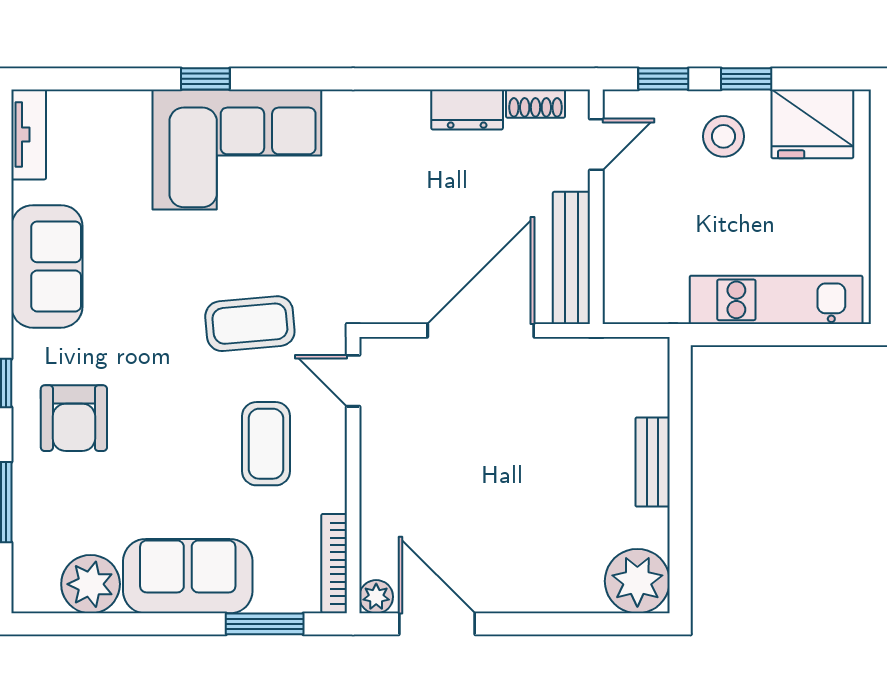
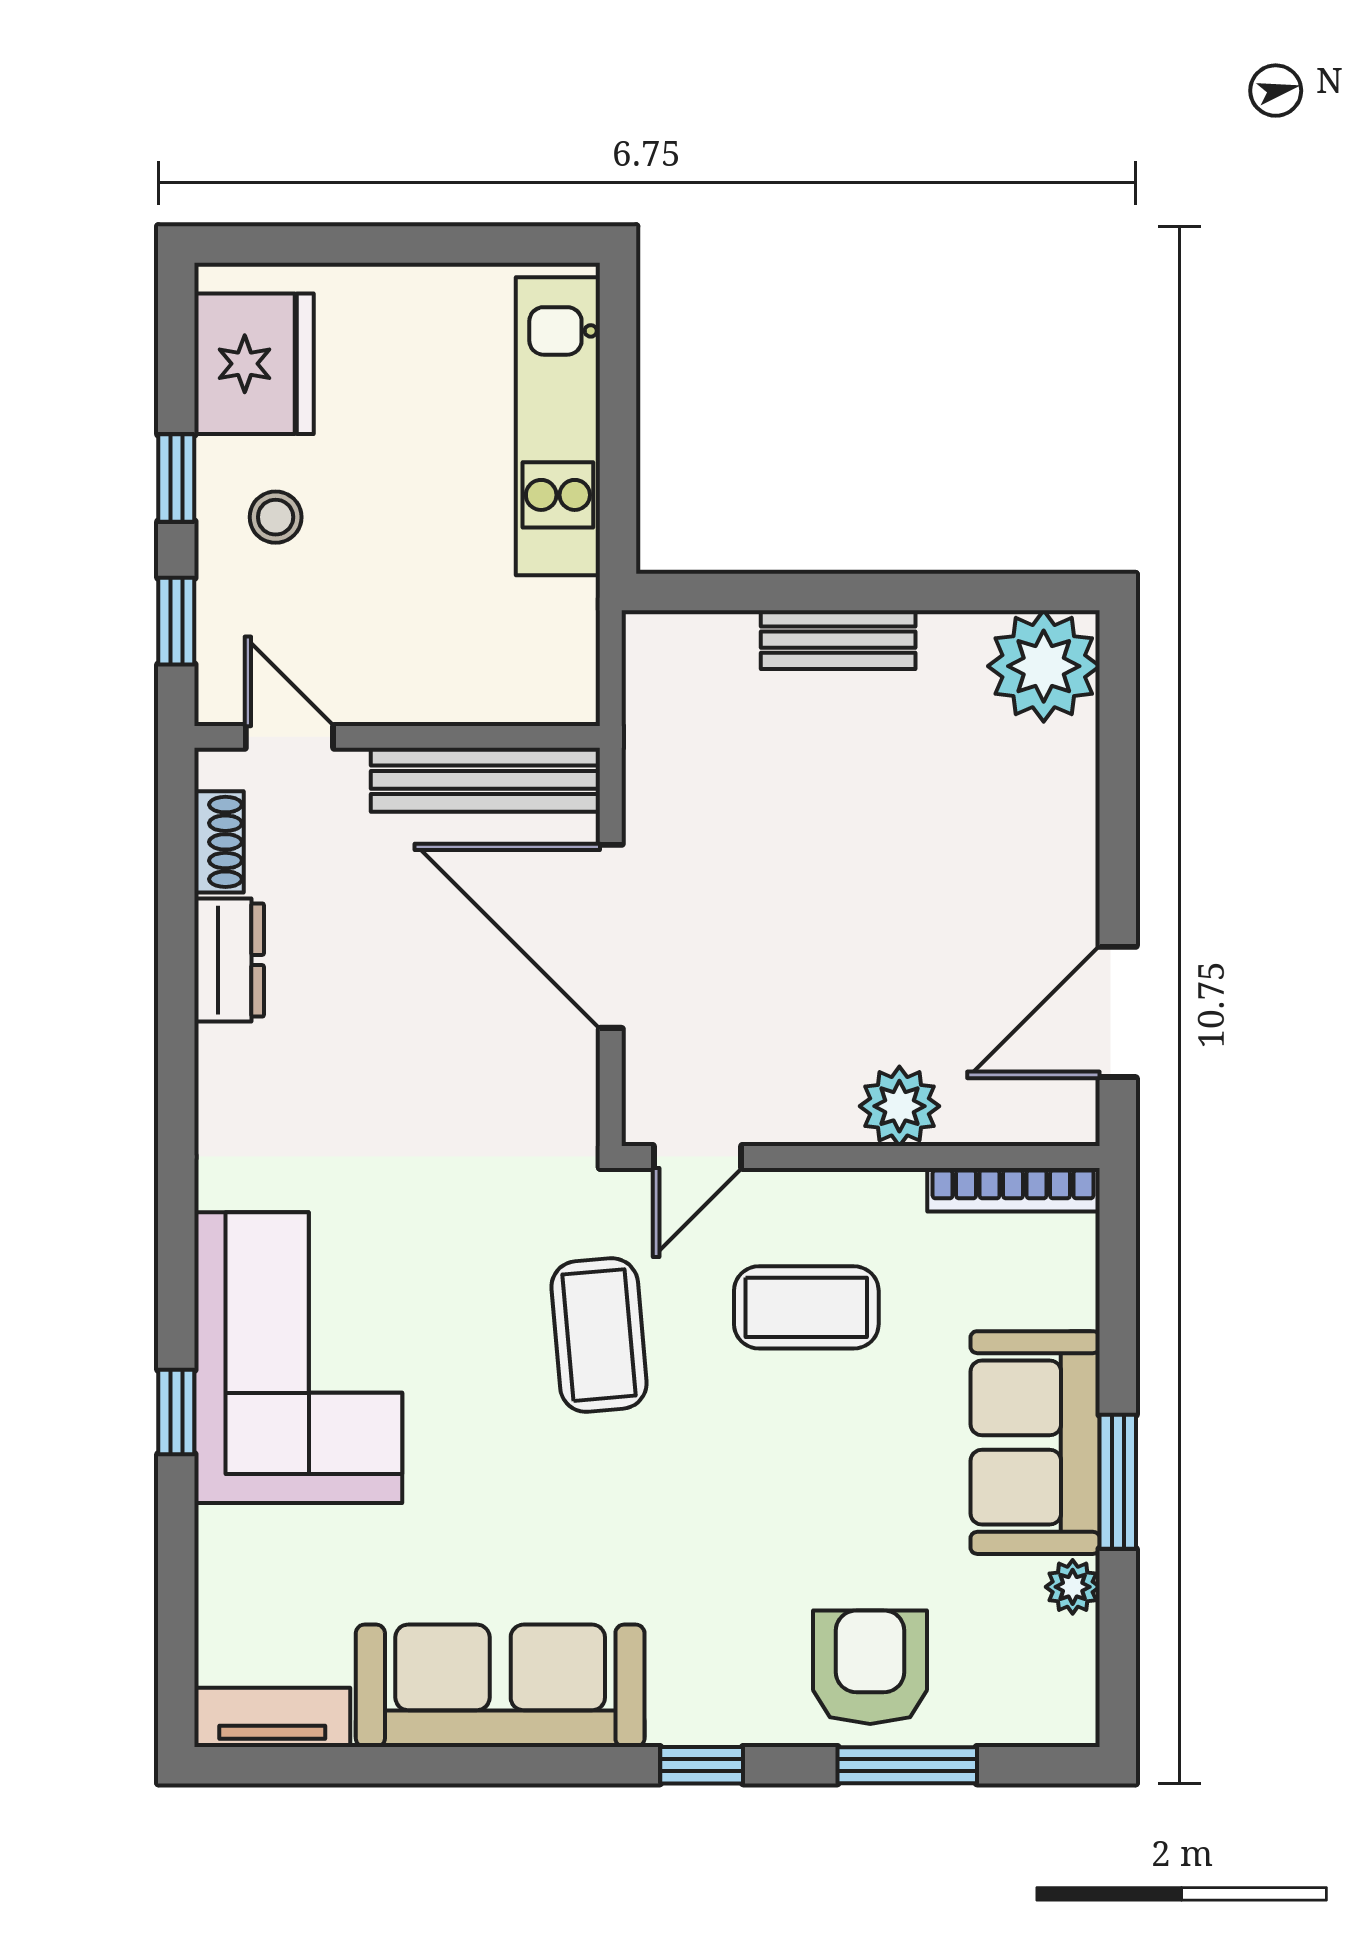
stool: (724, 136) -> (276, 517), width x0.73, depth x0.73
sofa: (47, 266) -> (500, 1686), width x1.36
armchair: (74, 418) -> (870, 1667), moved, turned -90
plant: (91, 584) -> (1073, 1587), width x0.53, depth x0.53
plant: (376, 597) -> (899, 1106), moved, width x1.38, depth x1.38
window: (265, 624) -> (1118, 1482), moved

